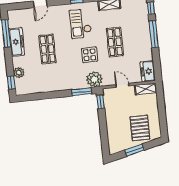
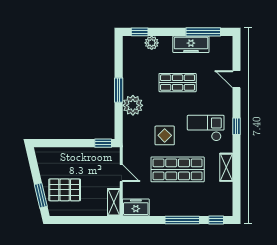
shop shelf: (115, 42) -> (178, 169), width x1.43, depth x1.36
plant: (94, 79) -> (133, 105), moved
door: (122, 85) -> (121, 173), hinge flipped
window: (82, 92) -> (119, 90), moved
window: (135, 150) -> (41, 195), moved

